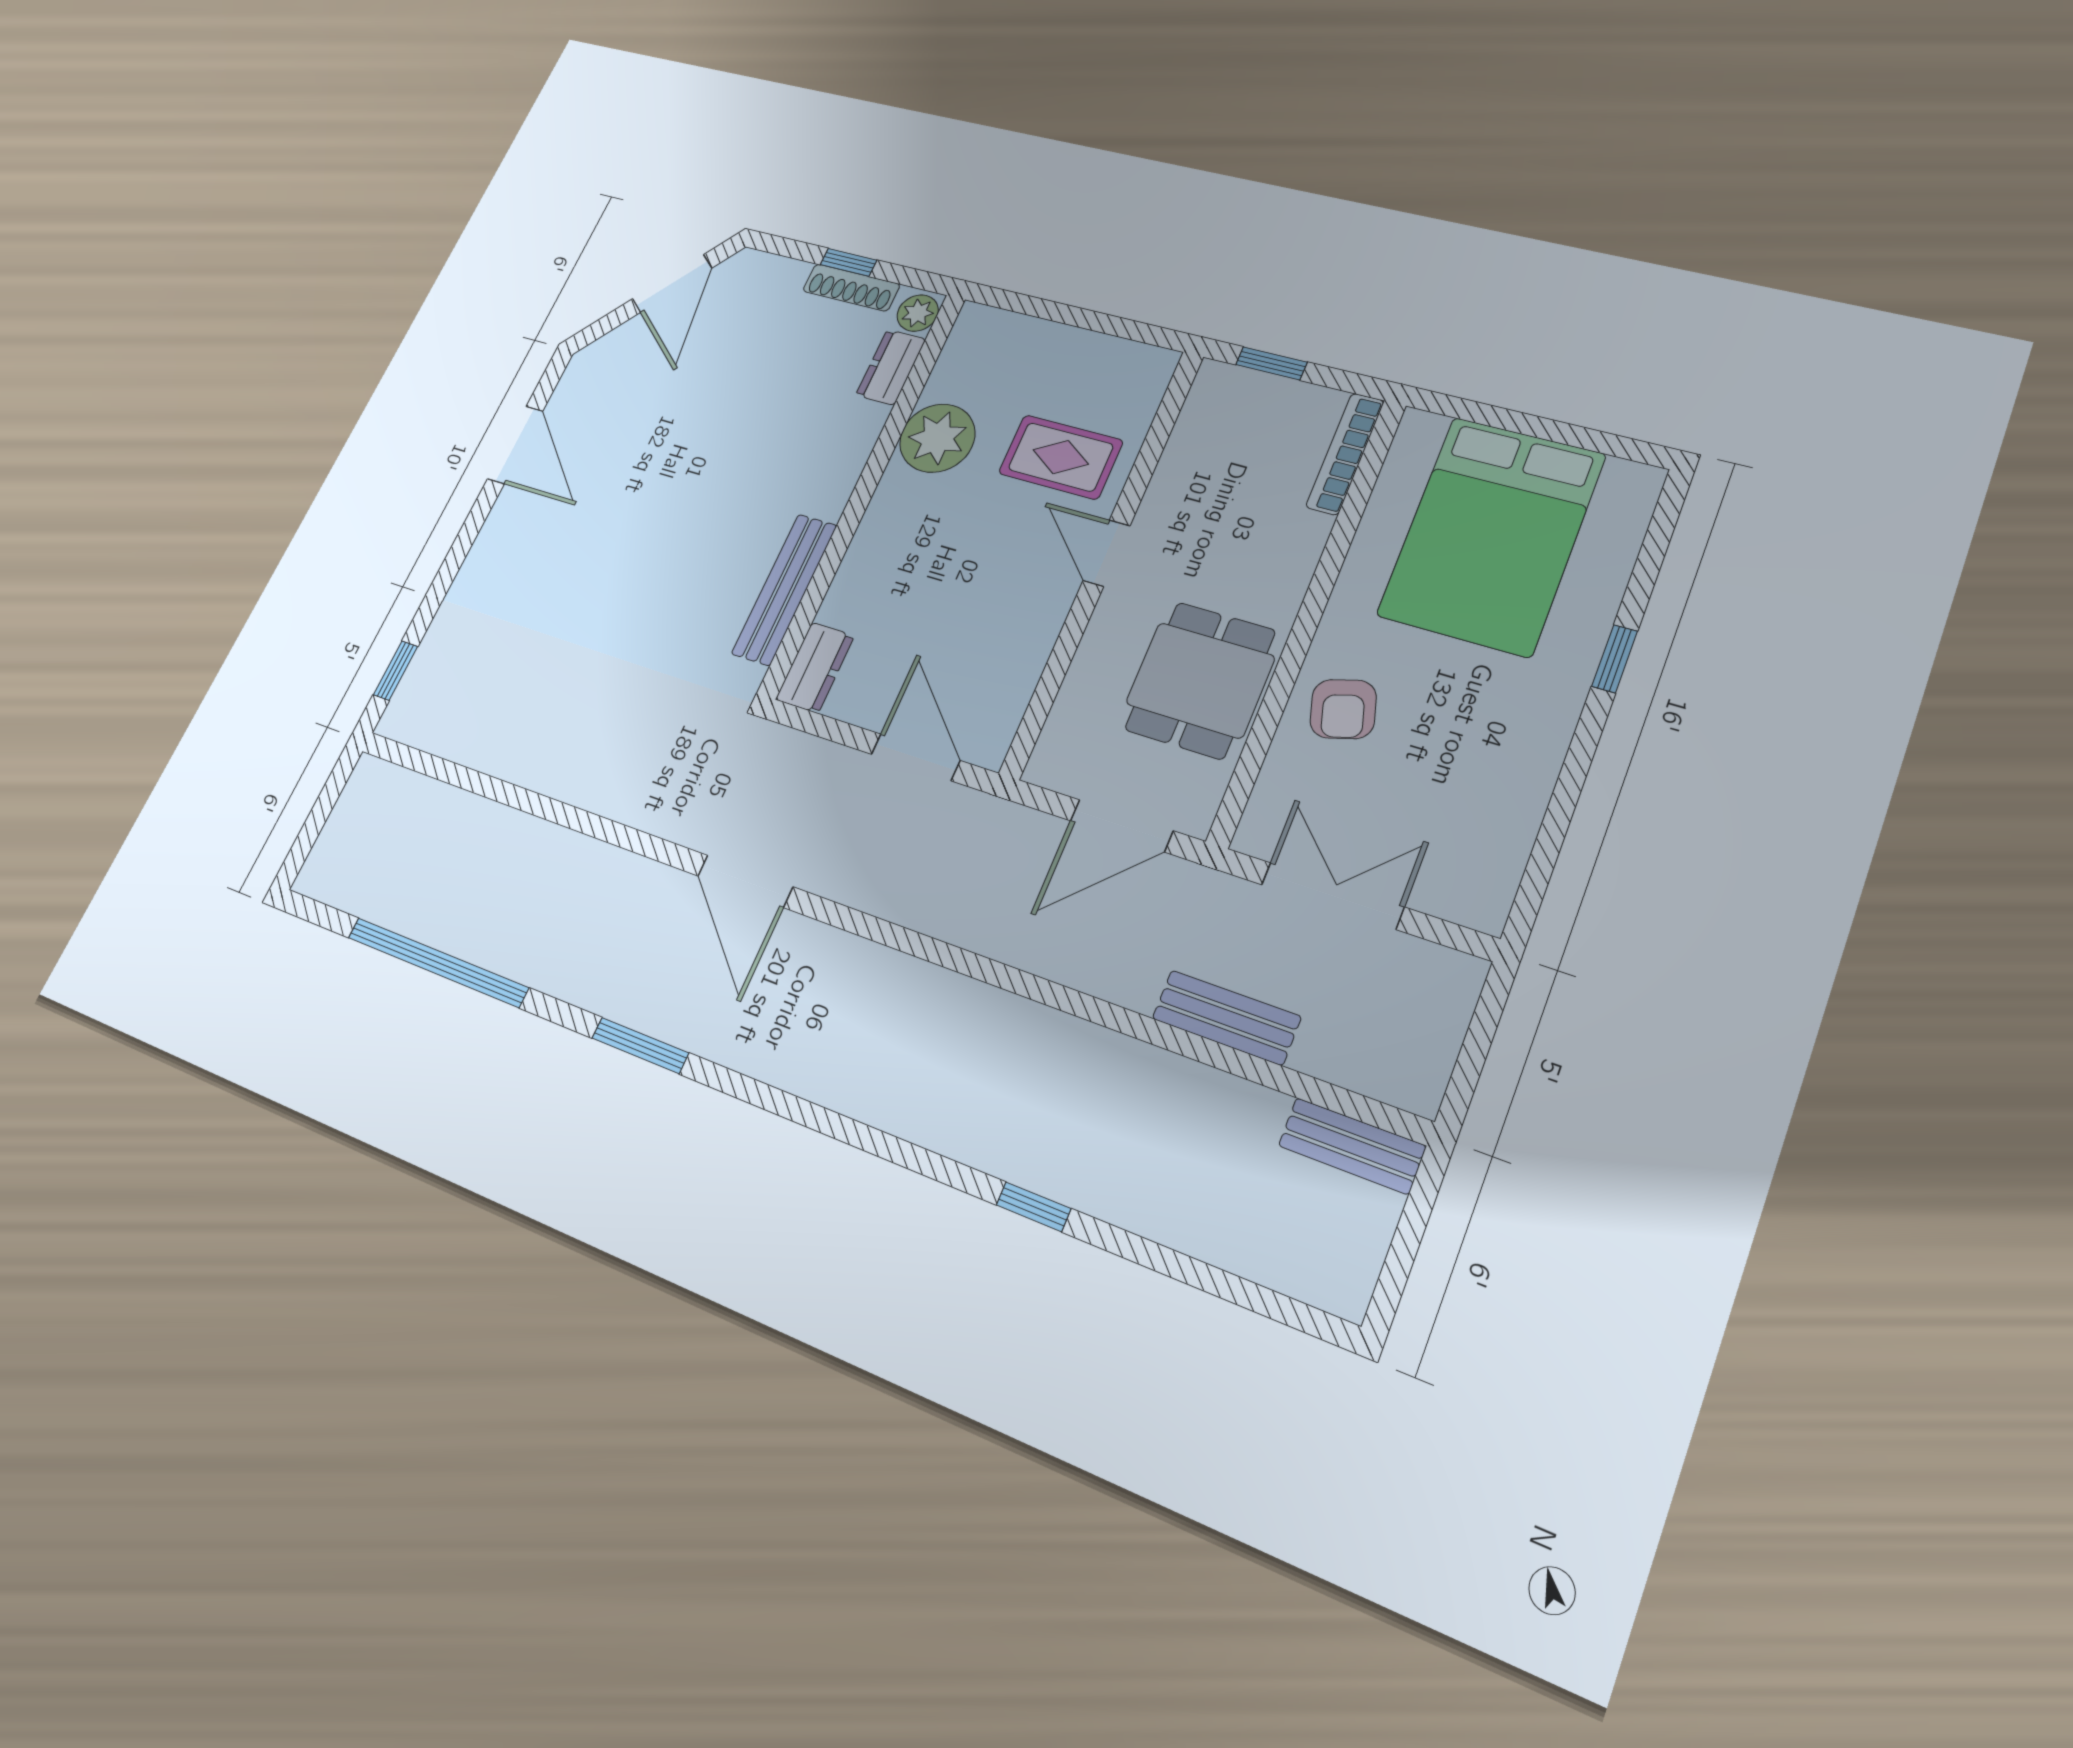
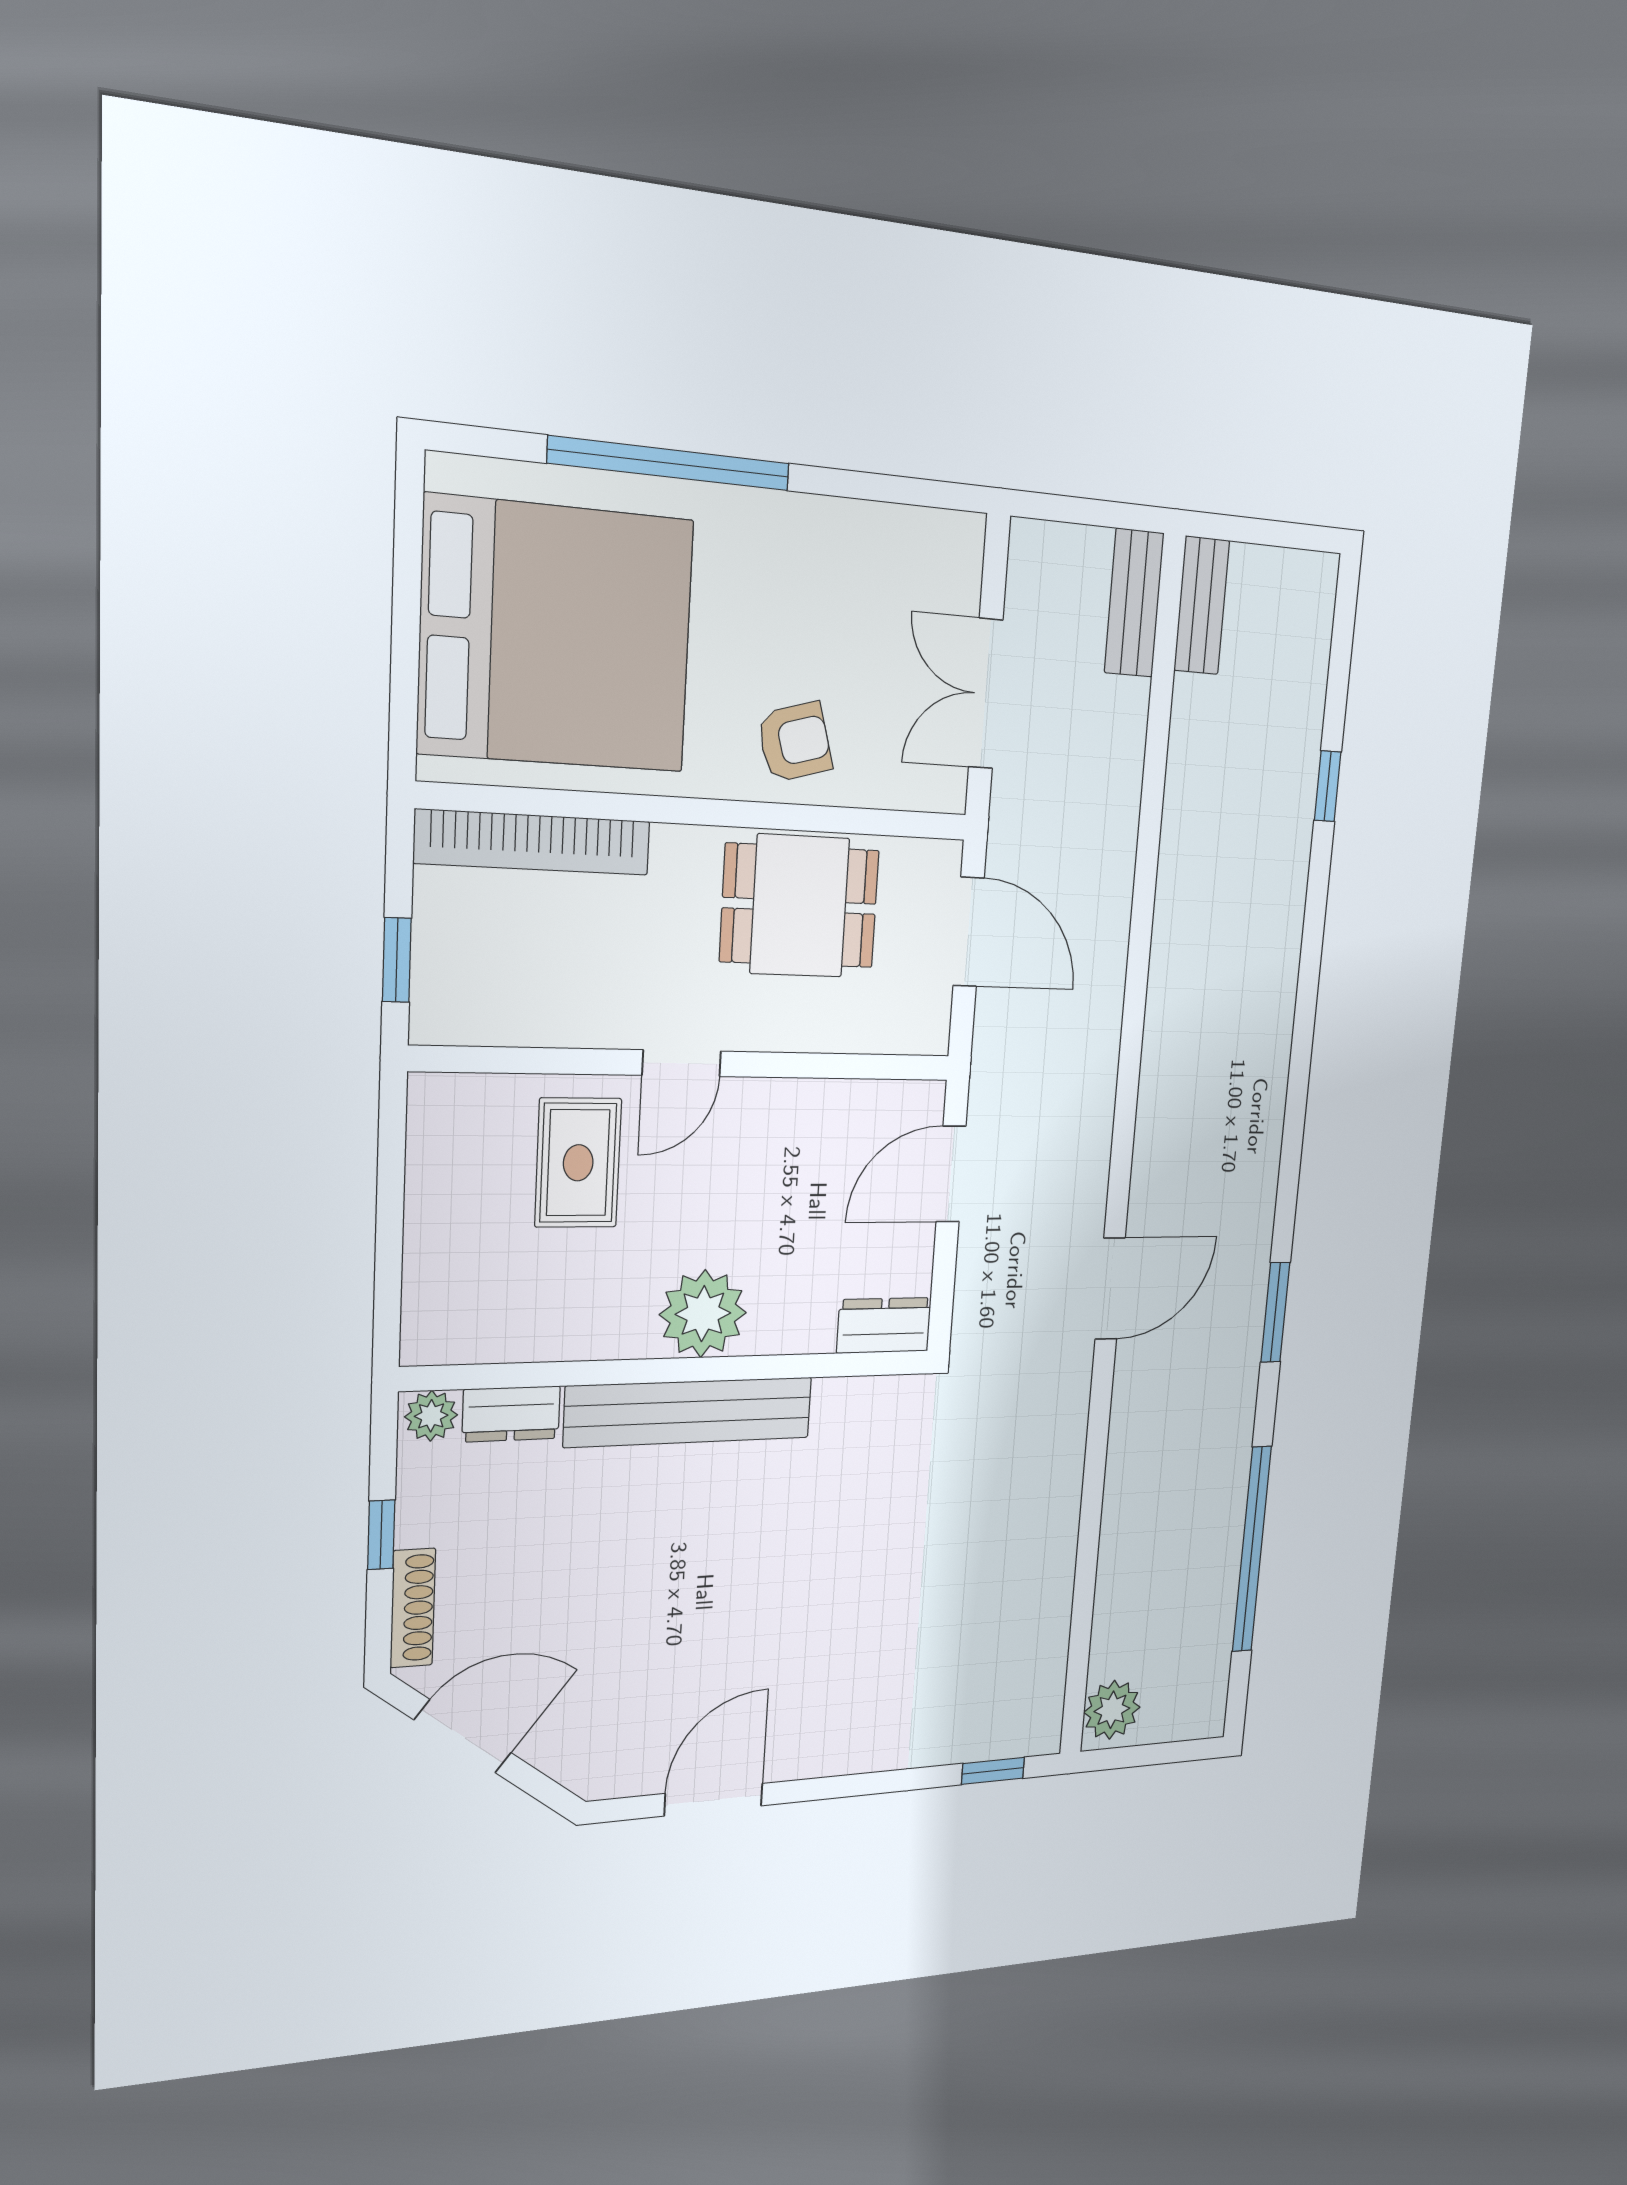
shoe rack: (851, 288) -> (413, 1608), moved
plant: (937, 438) -> (703, 1314), moved
bookcase: (1345, 454) -> (533, 842), width x1.48, depth x1.31
bed: (1491, 535) -> (556, 636), width x1.36
bench: (784, 589) -> (689, 1412), moved, width x1.37, depth x1.21
window: (1615, 659) -> (670, 463), width x3.17
plant: (379, 789) -> (1112, 1710), added
bench: (1226, 1017) -> (1134, 603), moved
window: (1034, 1207) -> (1328, 786), moved

